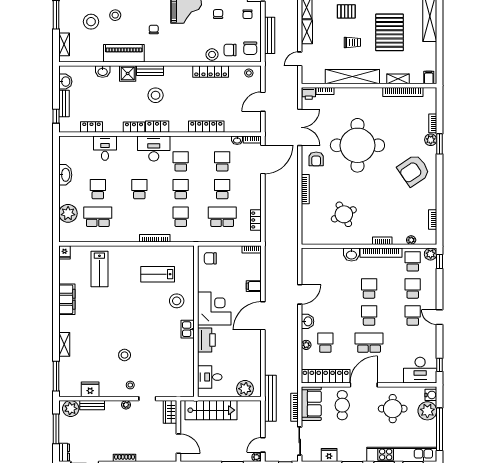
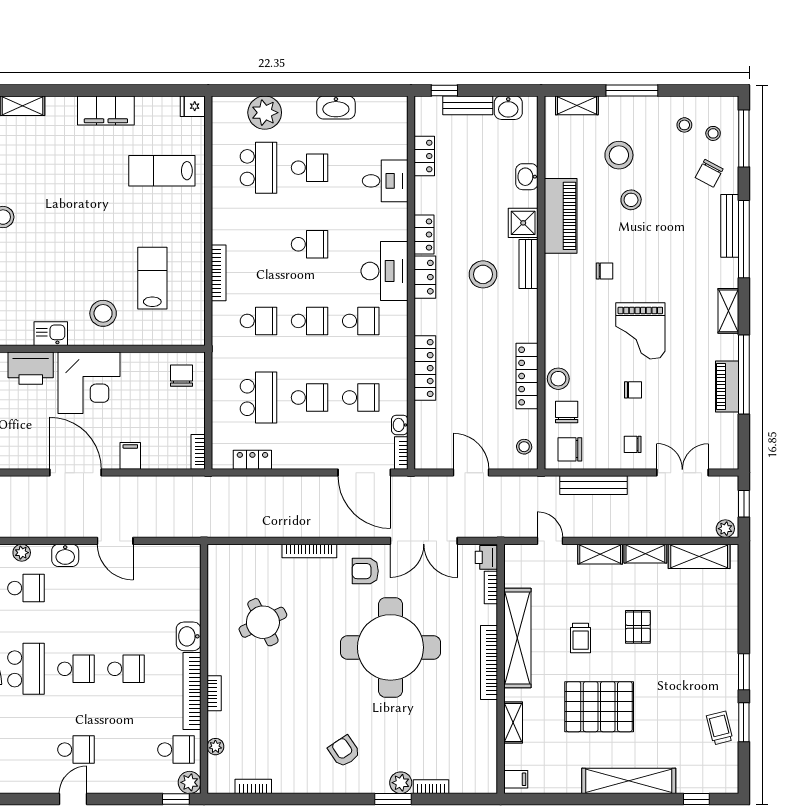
bookcase: (403, 92) -> (489, 663), moved
armchair: (414, 170) -> (344, 751), width x0.53, depth x0.53
school desk: (413, 288) -> (126, 750), removed

